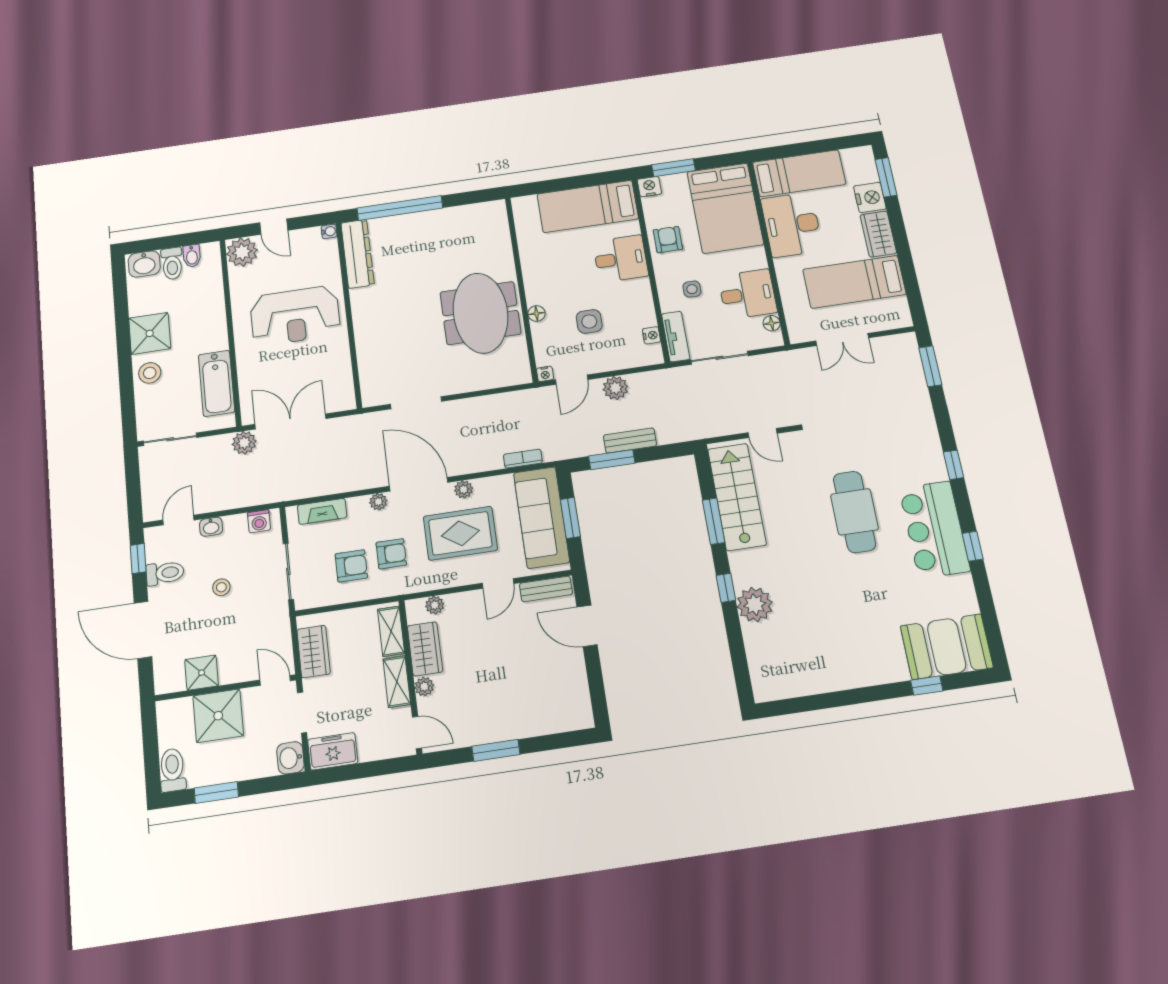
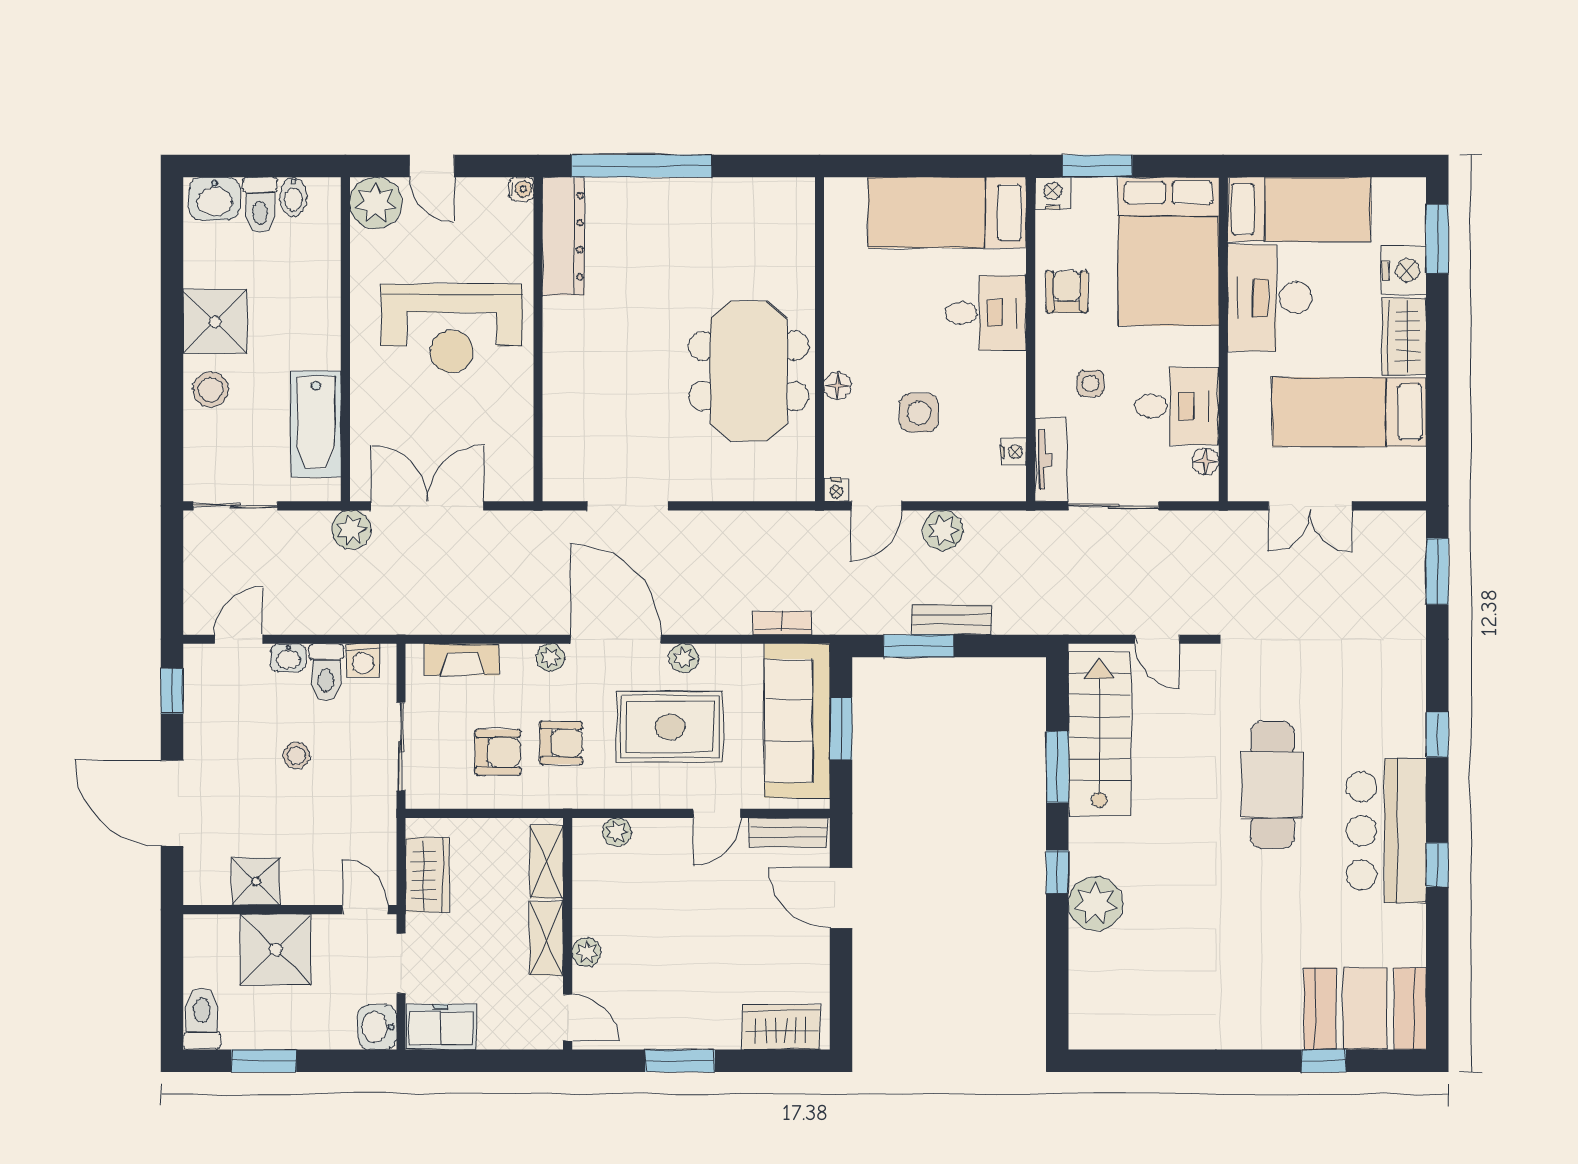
toilet: (165, 573) -> (326, 672), moved, turned 90
wardrobe: (425, 649) -> (781, 1027), moved, turned -90

